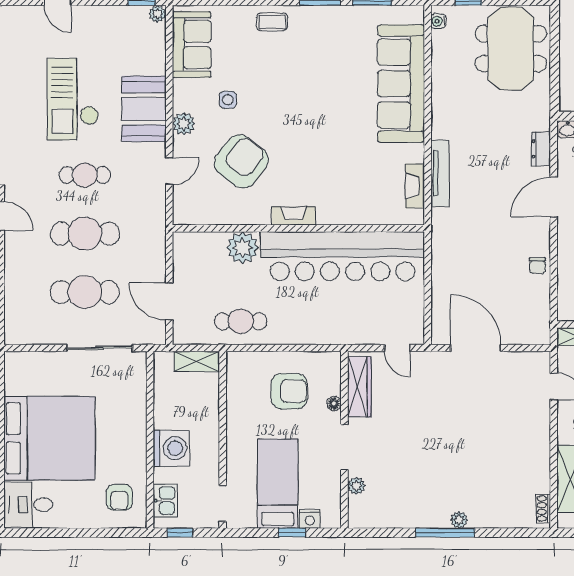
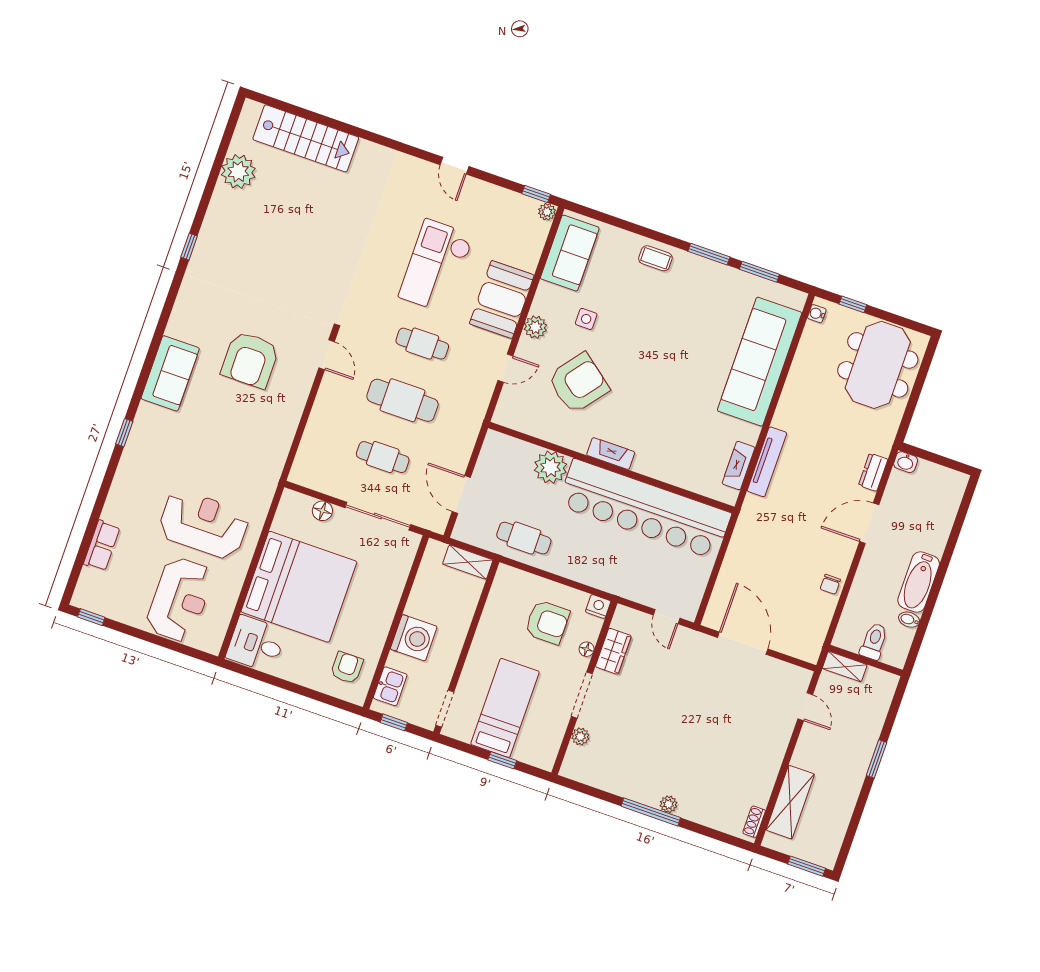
cafe table: (85, 292) -> (383, 457), width x0.73, depth x0.74
floor lamp: (47, 361) -> (322, 511), added
wardrobe: (359, 387) -> (613, 651), width x0.67
armchair: (119, 497) -> (347, 668), turned 180
nightstand: (310, 519) -> (598, 607), moved, turned 180

